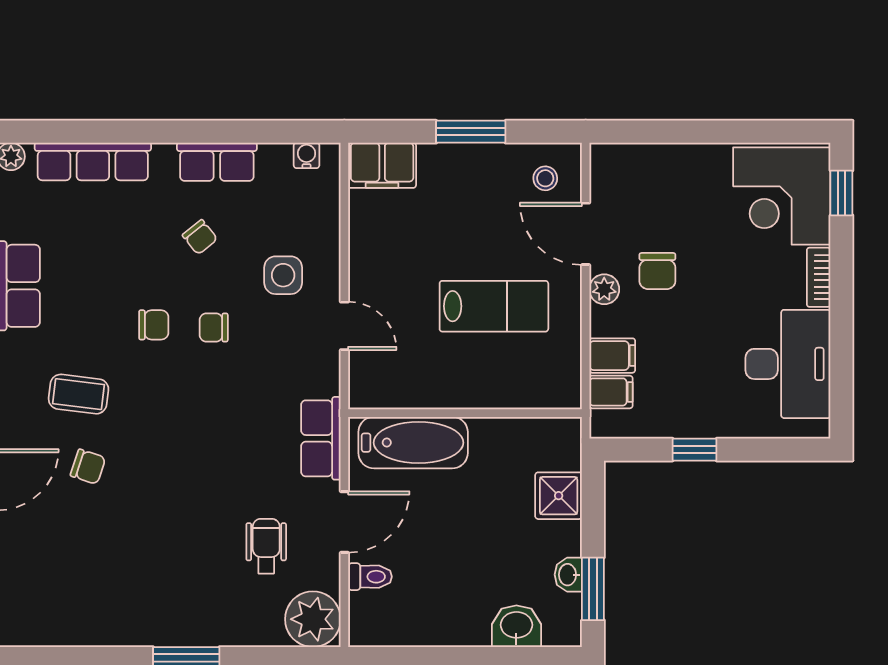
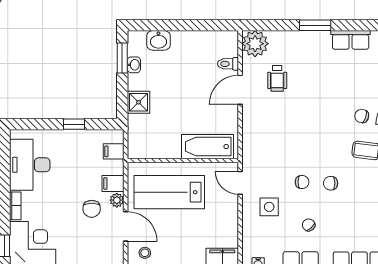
chair: (657, 271) -> (92, 209), turned 180
lab bench: (494, 306) -> (169, 192), width x1.36, depth x1.39
filing cabinet: (612, 356) -> (113, 184), moved
wall: (465, 413) -> (183, 161), moved
row of seats: (321, 438) -> (351, 40), moved, turned 90
bathtub: (413, 443) -> (208, 147), moved

